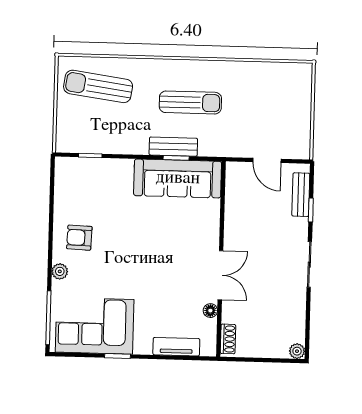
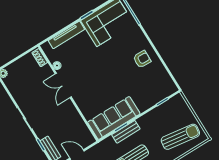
plant: (60, 271) -> (141, 37), removed
tv unit: (176, 347) -> (66, 35), width x1.41

